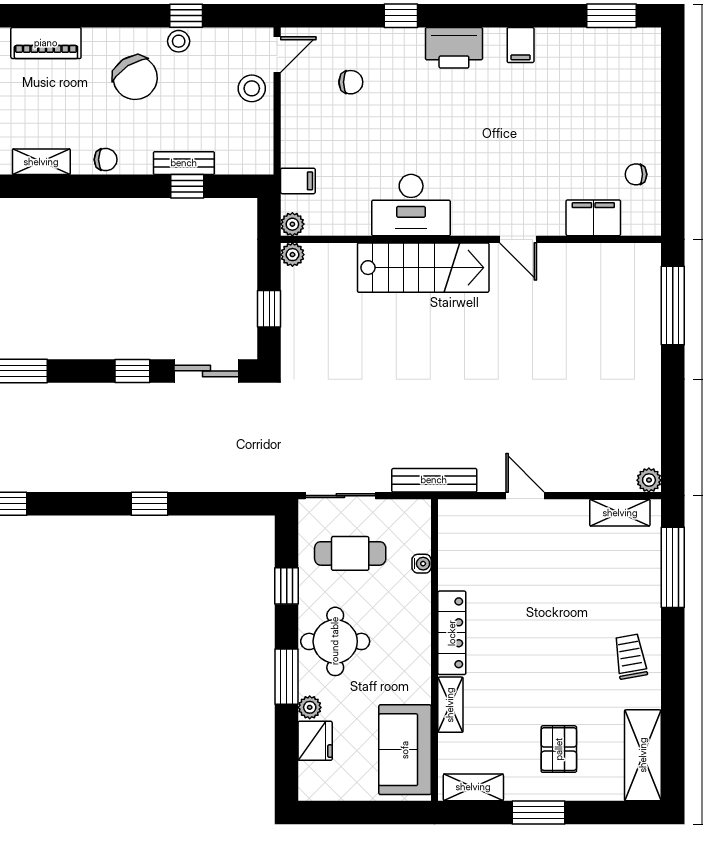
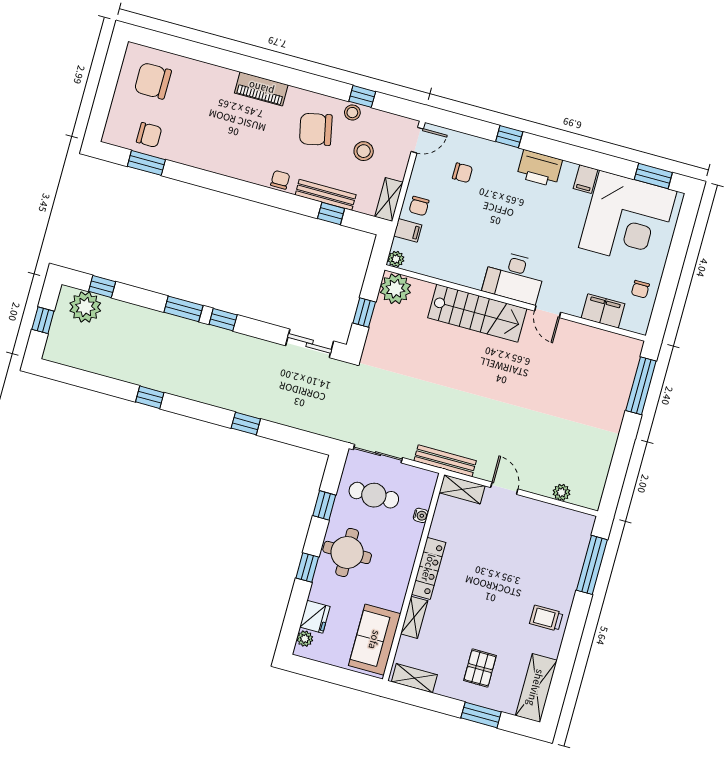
chair: (135, 78) -> (316, 129), turned 111
corner desk: (593, 84) -> (628, 219), added
stool: (252, 88) -> (364, 151), moved
chair: (304, 144) -> (419, 206), added
chair: (106, 160) -> (280, 180), turned -90
shelving: (41, 162) -> (389, 200), moved, turned 90
bench: (184, 163) -> (326, 195), width x1.36
chair: (636, 174) -> (640, 289), turned -90
desk: (411, 205) -> (514, 277), moved
plant: (292, 255) -> (395, 289), width x1.88, depth x1.88
window: (132, 371) -> (223, 320), moved
plant: (649, 480) -> (562, 492), moved
shelving: (620, 513) -> (462, 489), moved
trolley: (630, 657) -> (546, 618), turned -80
window: (287, 677) -> (307, 567), width x0.67
plant: (310, 707) -> (305, 639), moved
window: (538, 812) -> (481, 715), moved

